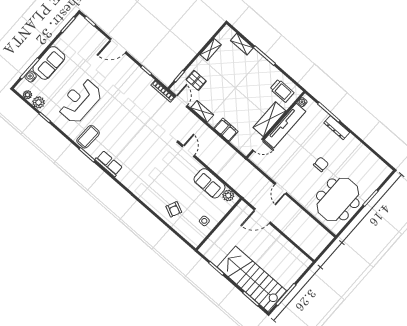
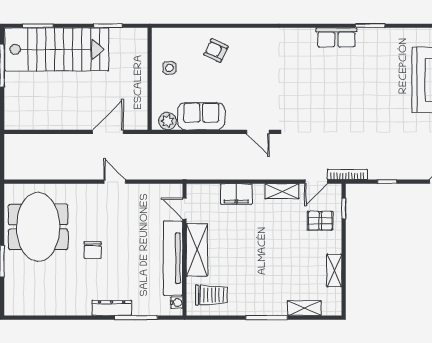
trolley: (282, 91) -> (211, 295), turned 180
door: (181, 101) -> (316, 182), hinge flipped
coffee table: (88, 137) -> (387, 47), removed
door: (258, 145) -> (184, 209), hinge flipped

